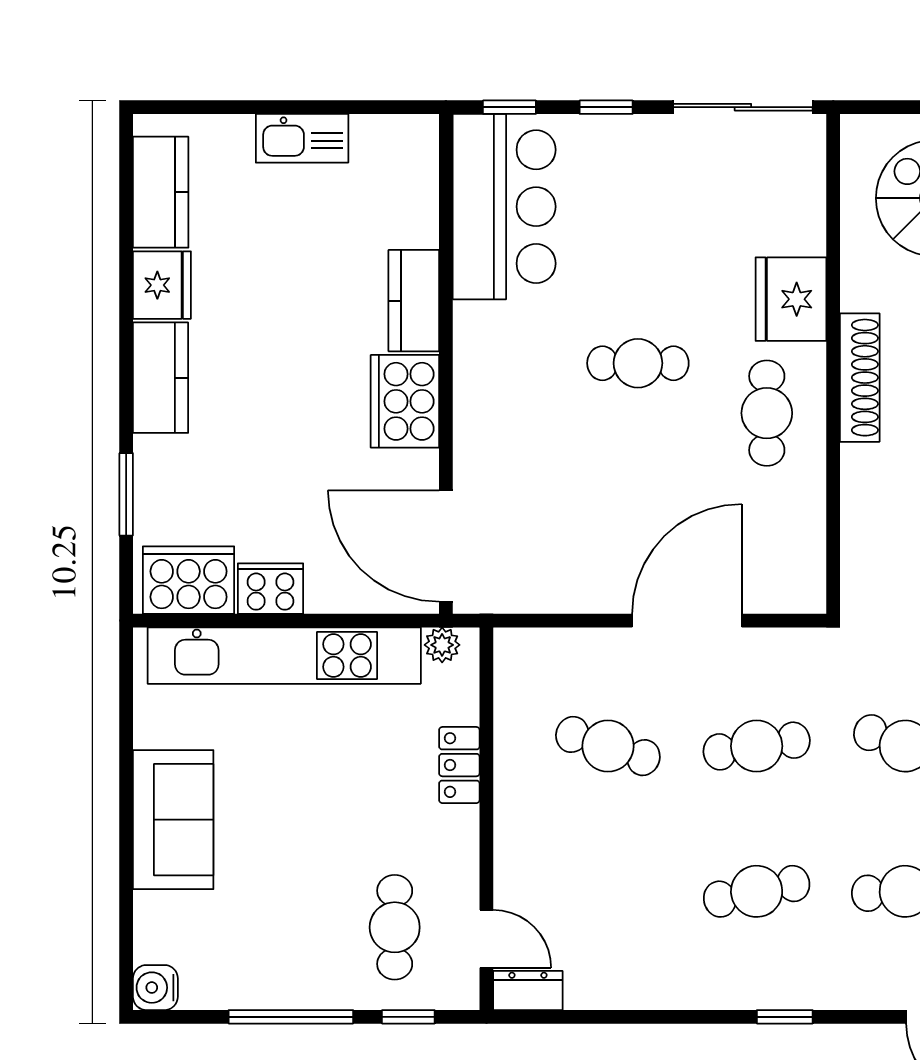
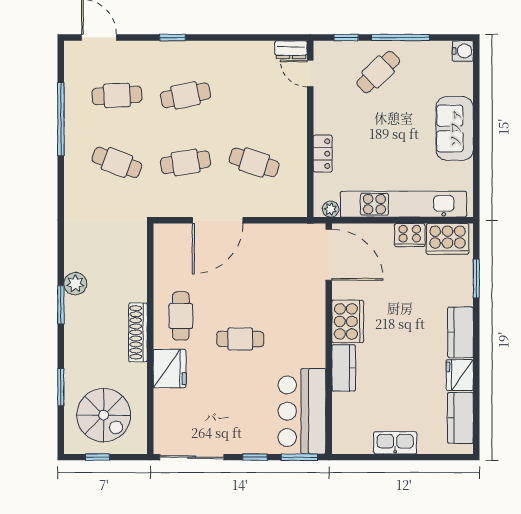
window: (509, 107) -> (300, 457), width x1.50
cafe table: (395, 927) -> (378, 72), moved, turned 46

